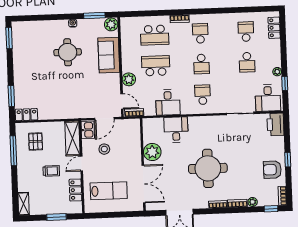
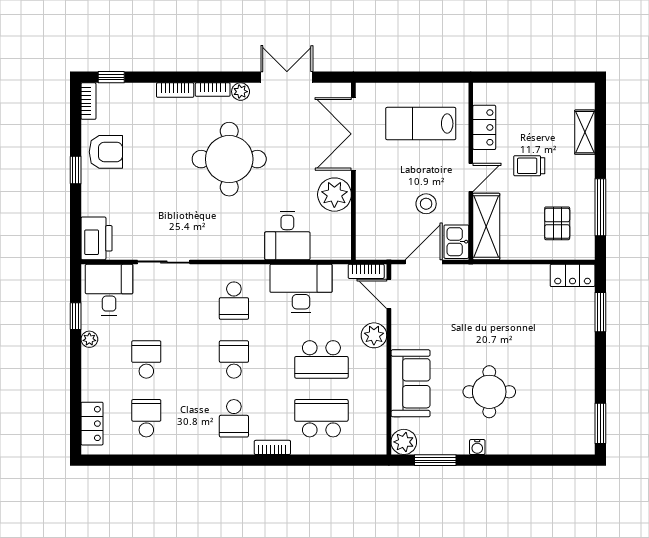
school desk: (246, 32) -> (146, 418), turned 180
desk: (168, 102) -> (301, 289), width x1.37
plant: (253, 202) -> (241, 92), moved
shelving: (24, 204) -> (585, 132), moved
window: (56, 217) -> (523, 77), removed

